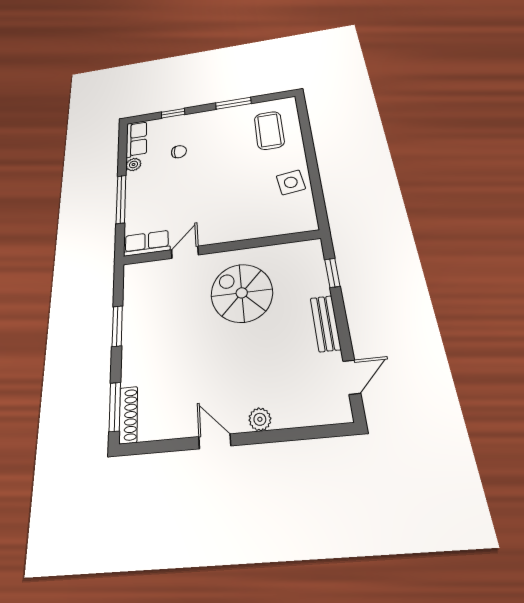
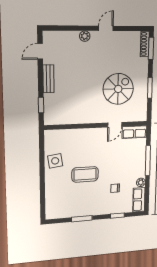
coffee table: (269, 130) -> (85, 174), moved, turned 90
spiral stairs: (242, 293) -> (118, 89), moved, turned -90
door: (215, 441) -> (106, 28), swing flipped

